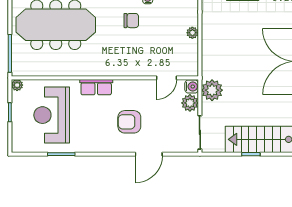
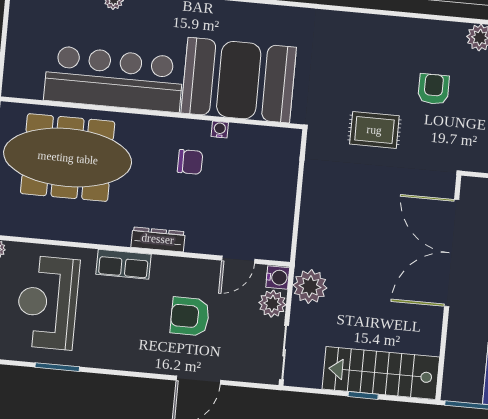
plant: (192, 33) -> (287, 191), removed
dresser: (116, 70) -> (158, 239), added
armchair: (129, 122) -> (190, 316), moved

